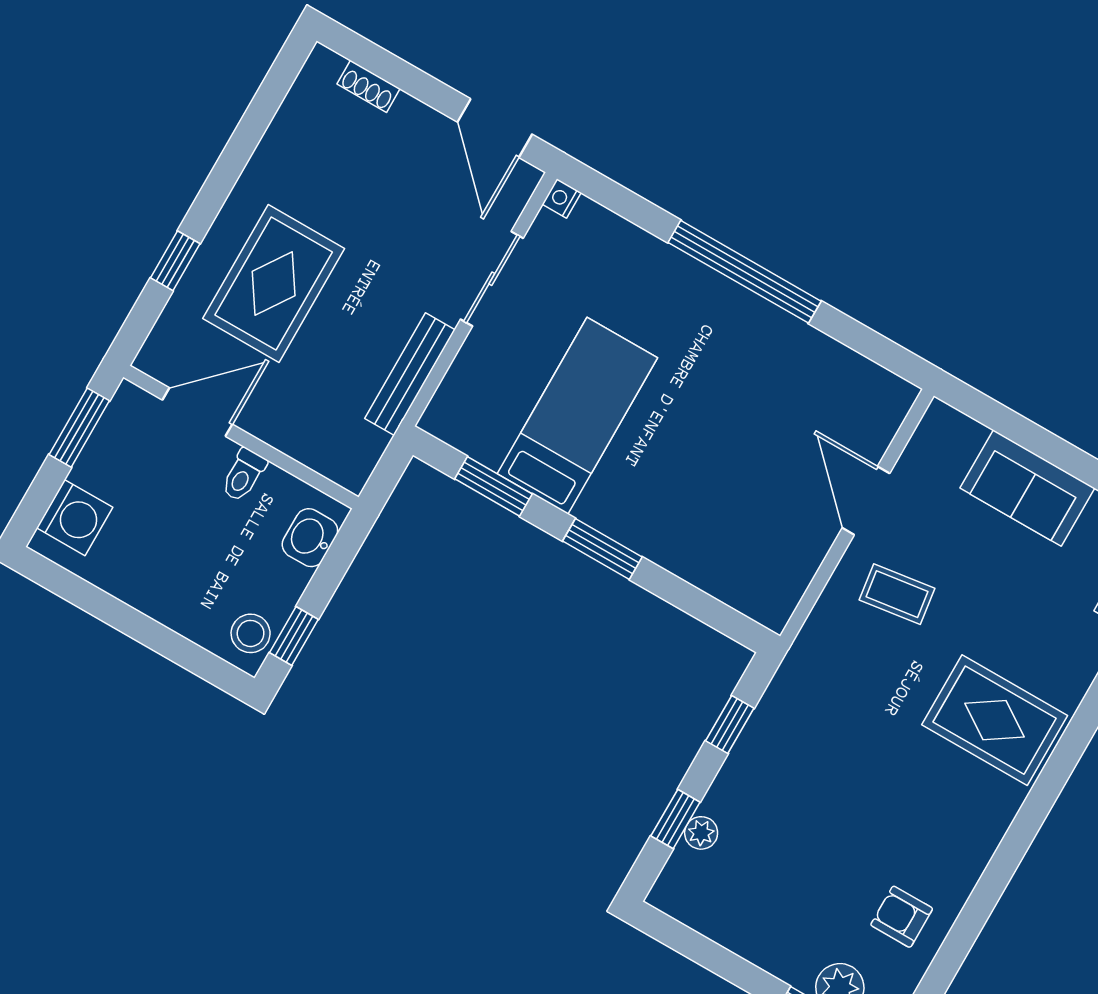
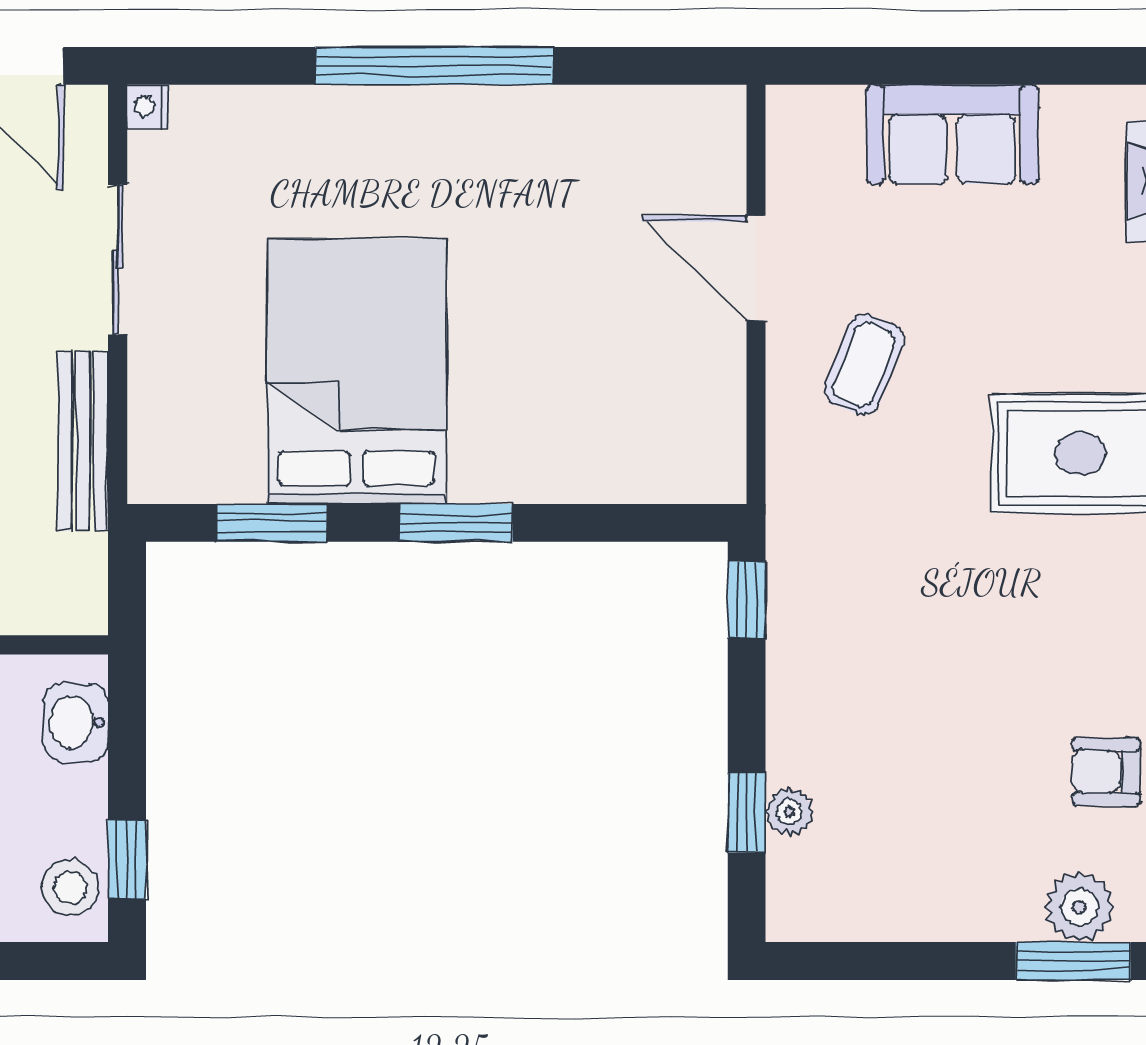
bed: (577, 416) -> (357, 371), width x1.50
coffee table: (897, 594) -> (864, 365), turned -60
window: (730, 725) -> (747, 600), moved

